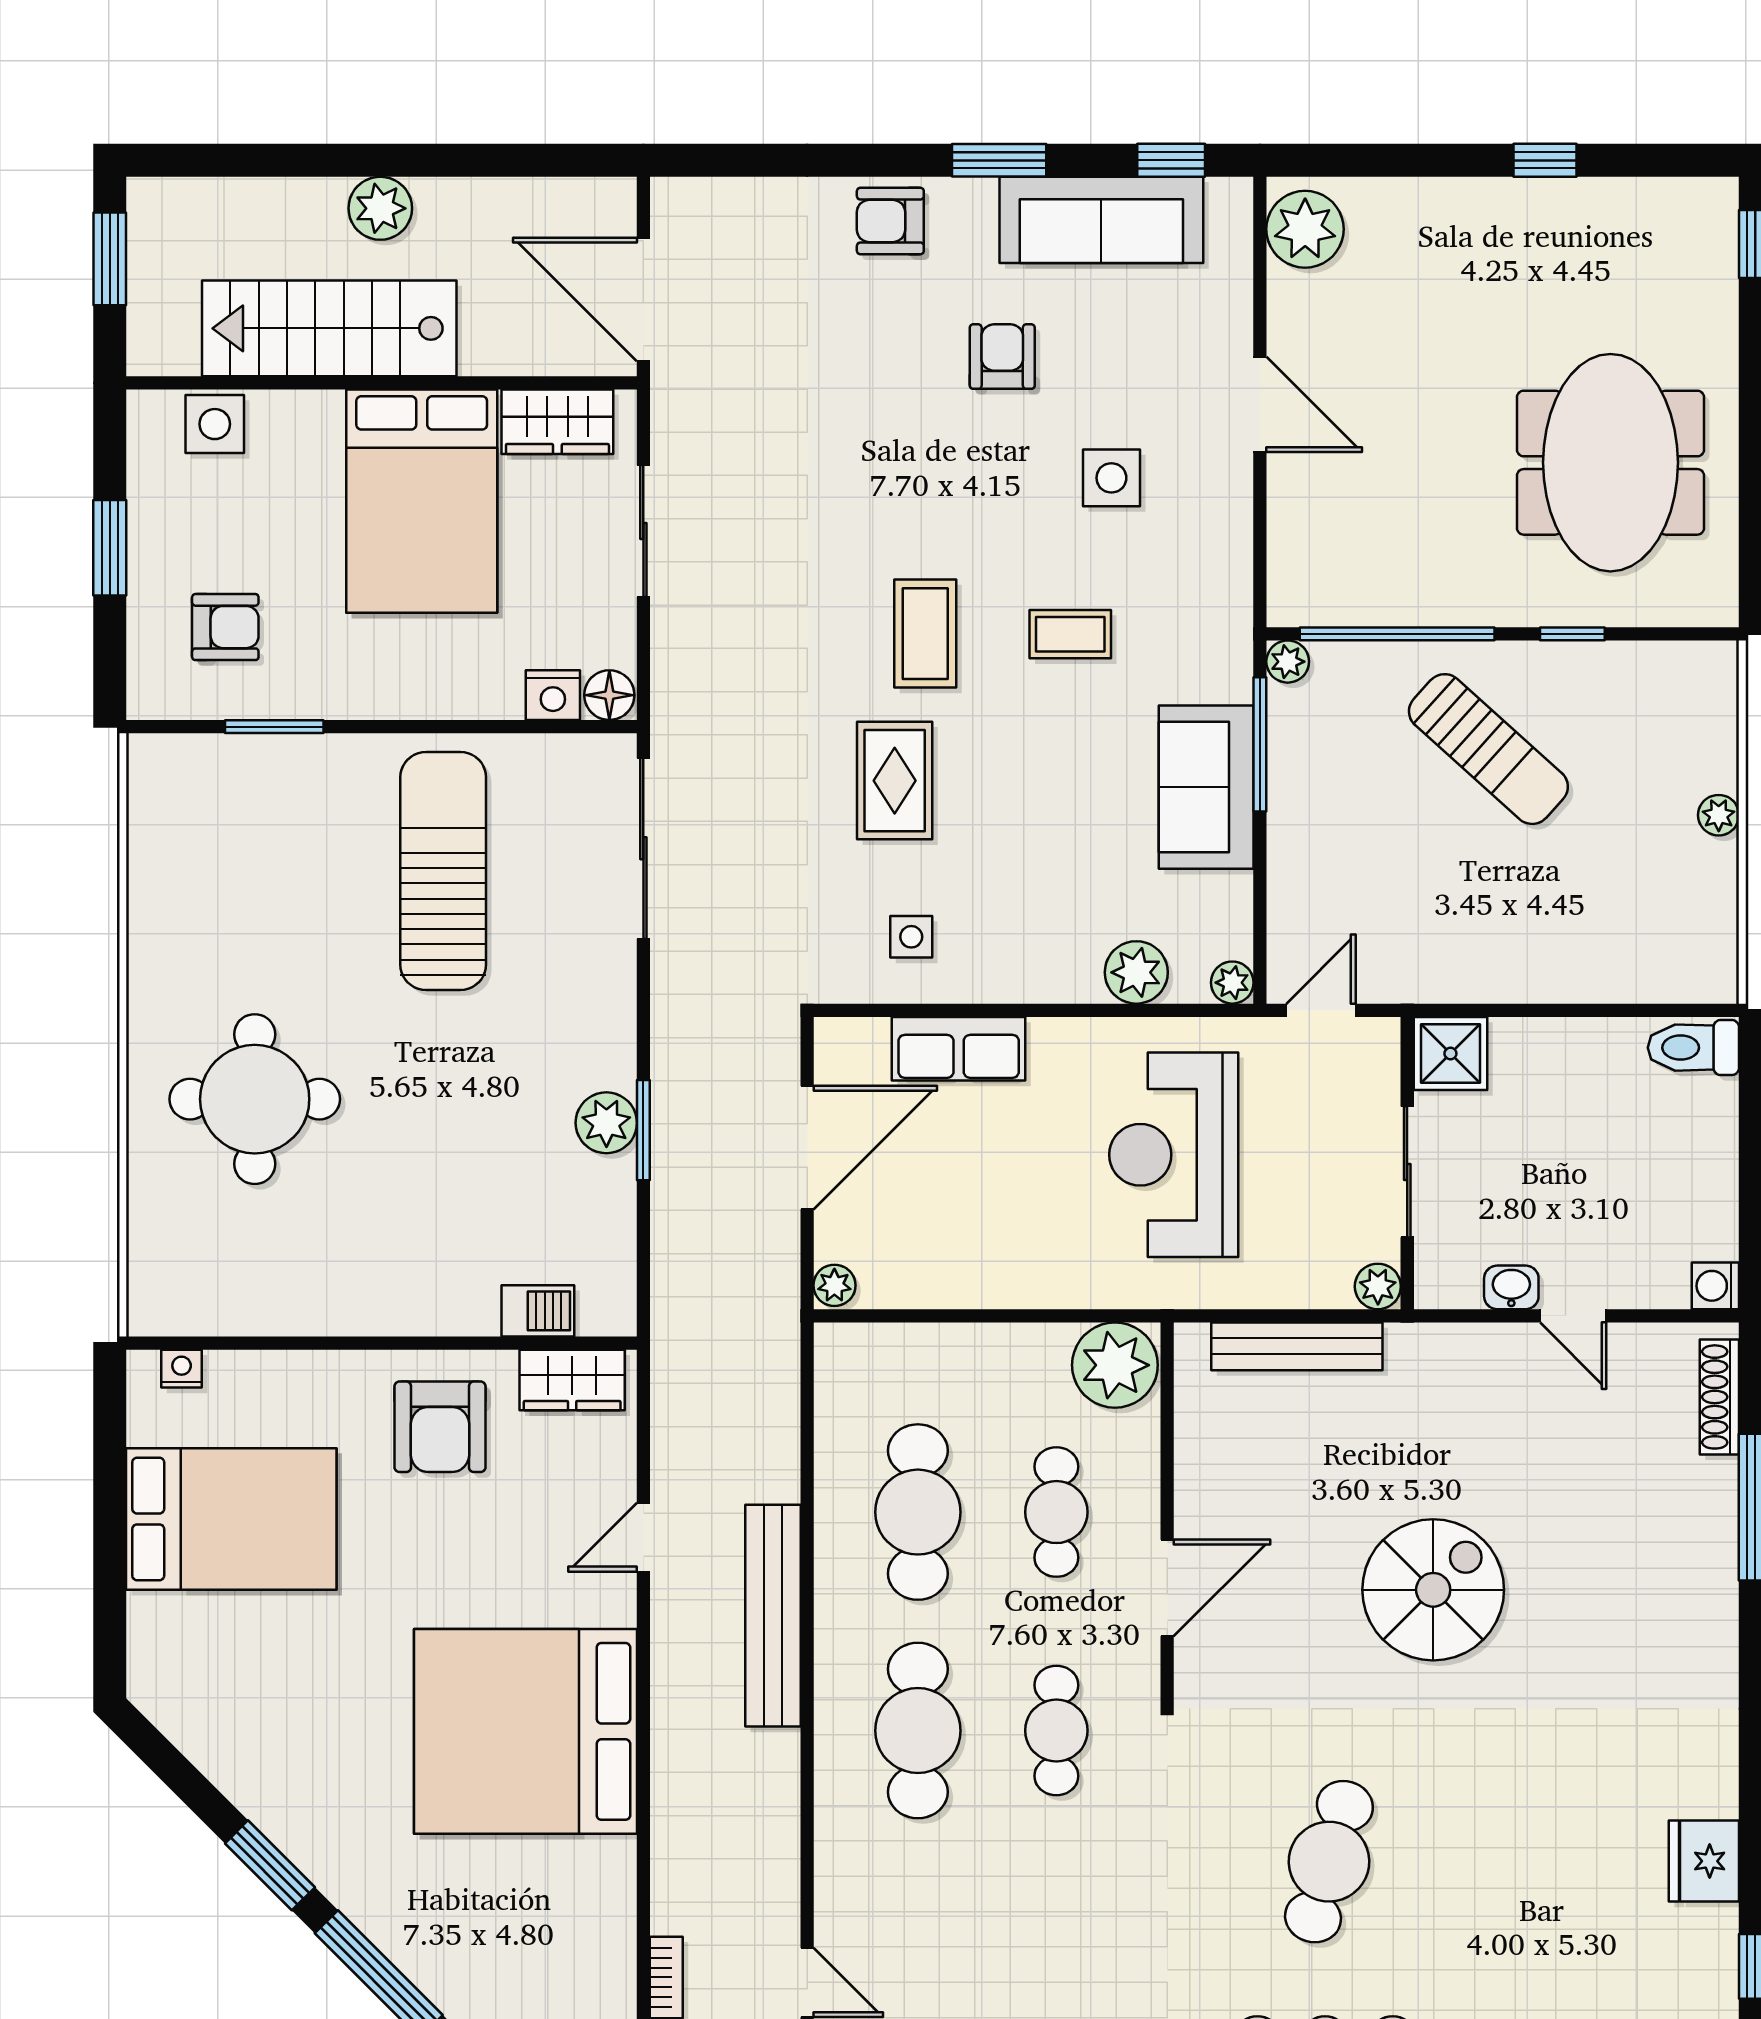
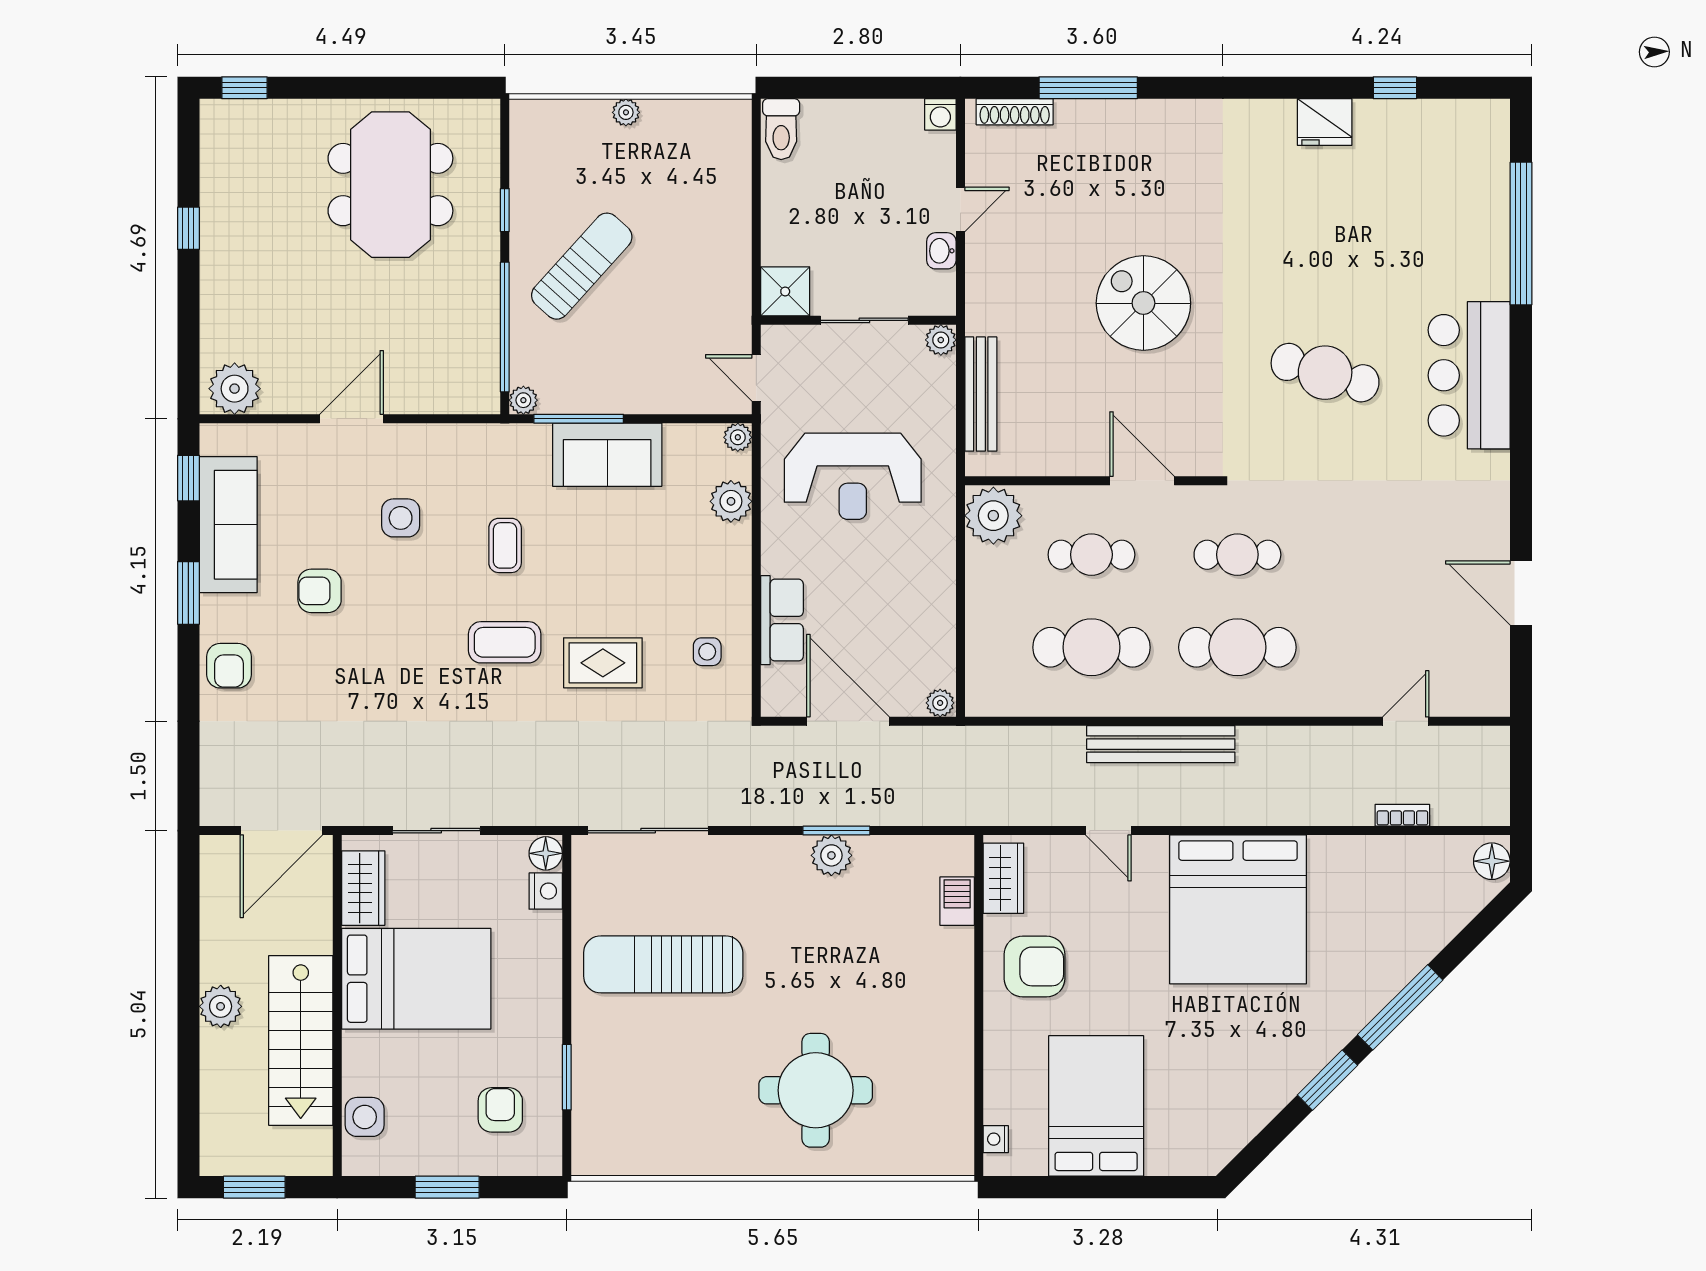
meeting table: (1610, 463) -> (390, 185), turned 90

